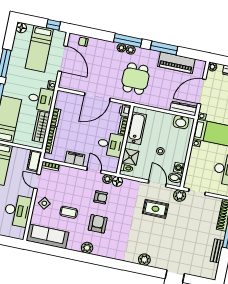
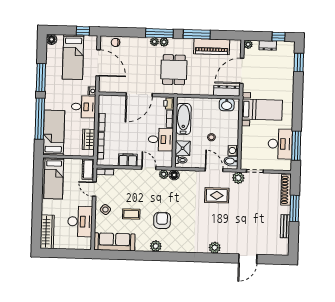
wardrobe: (41, 127) -> (89, 139), width x0.67
armchair: (101, 197) -> (160, 194), removed

